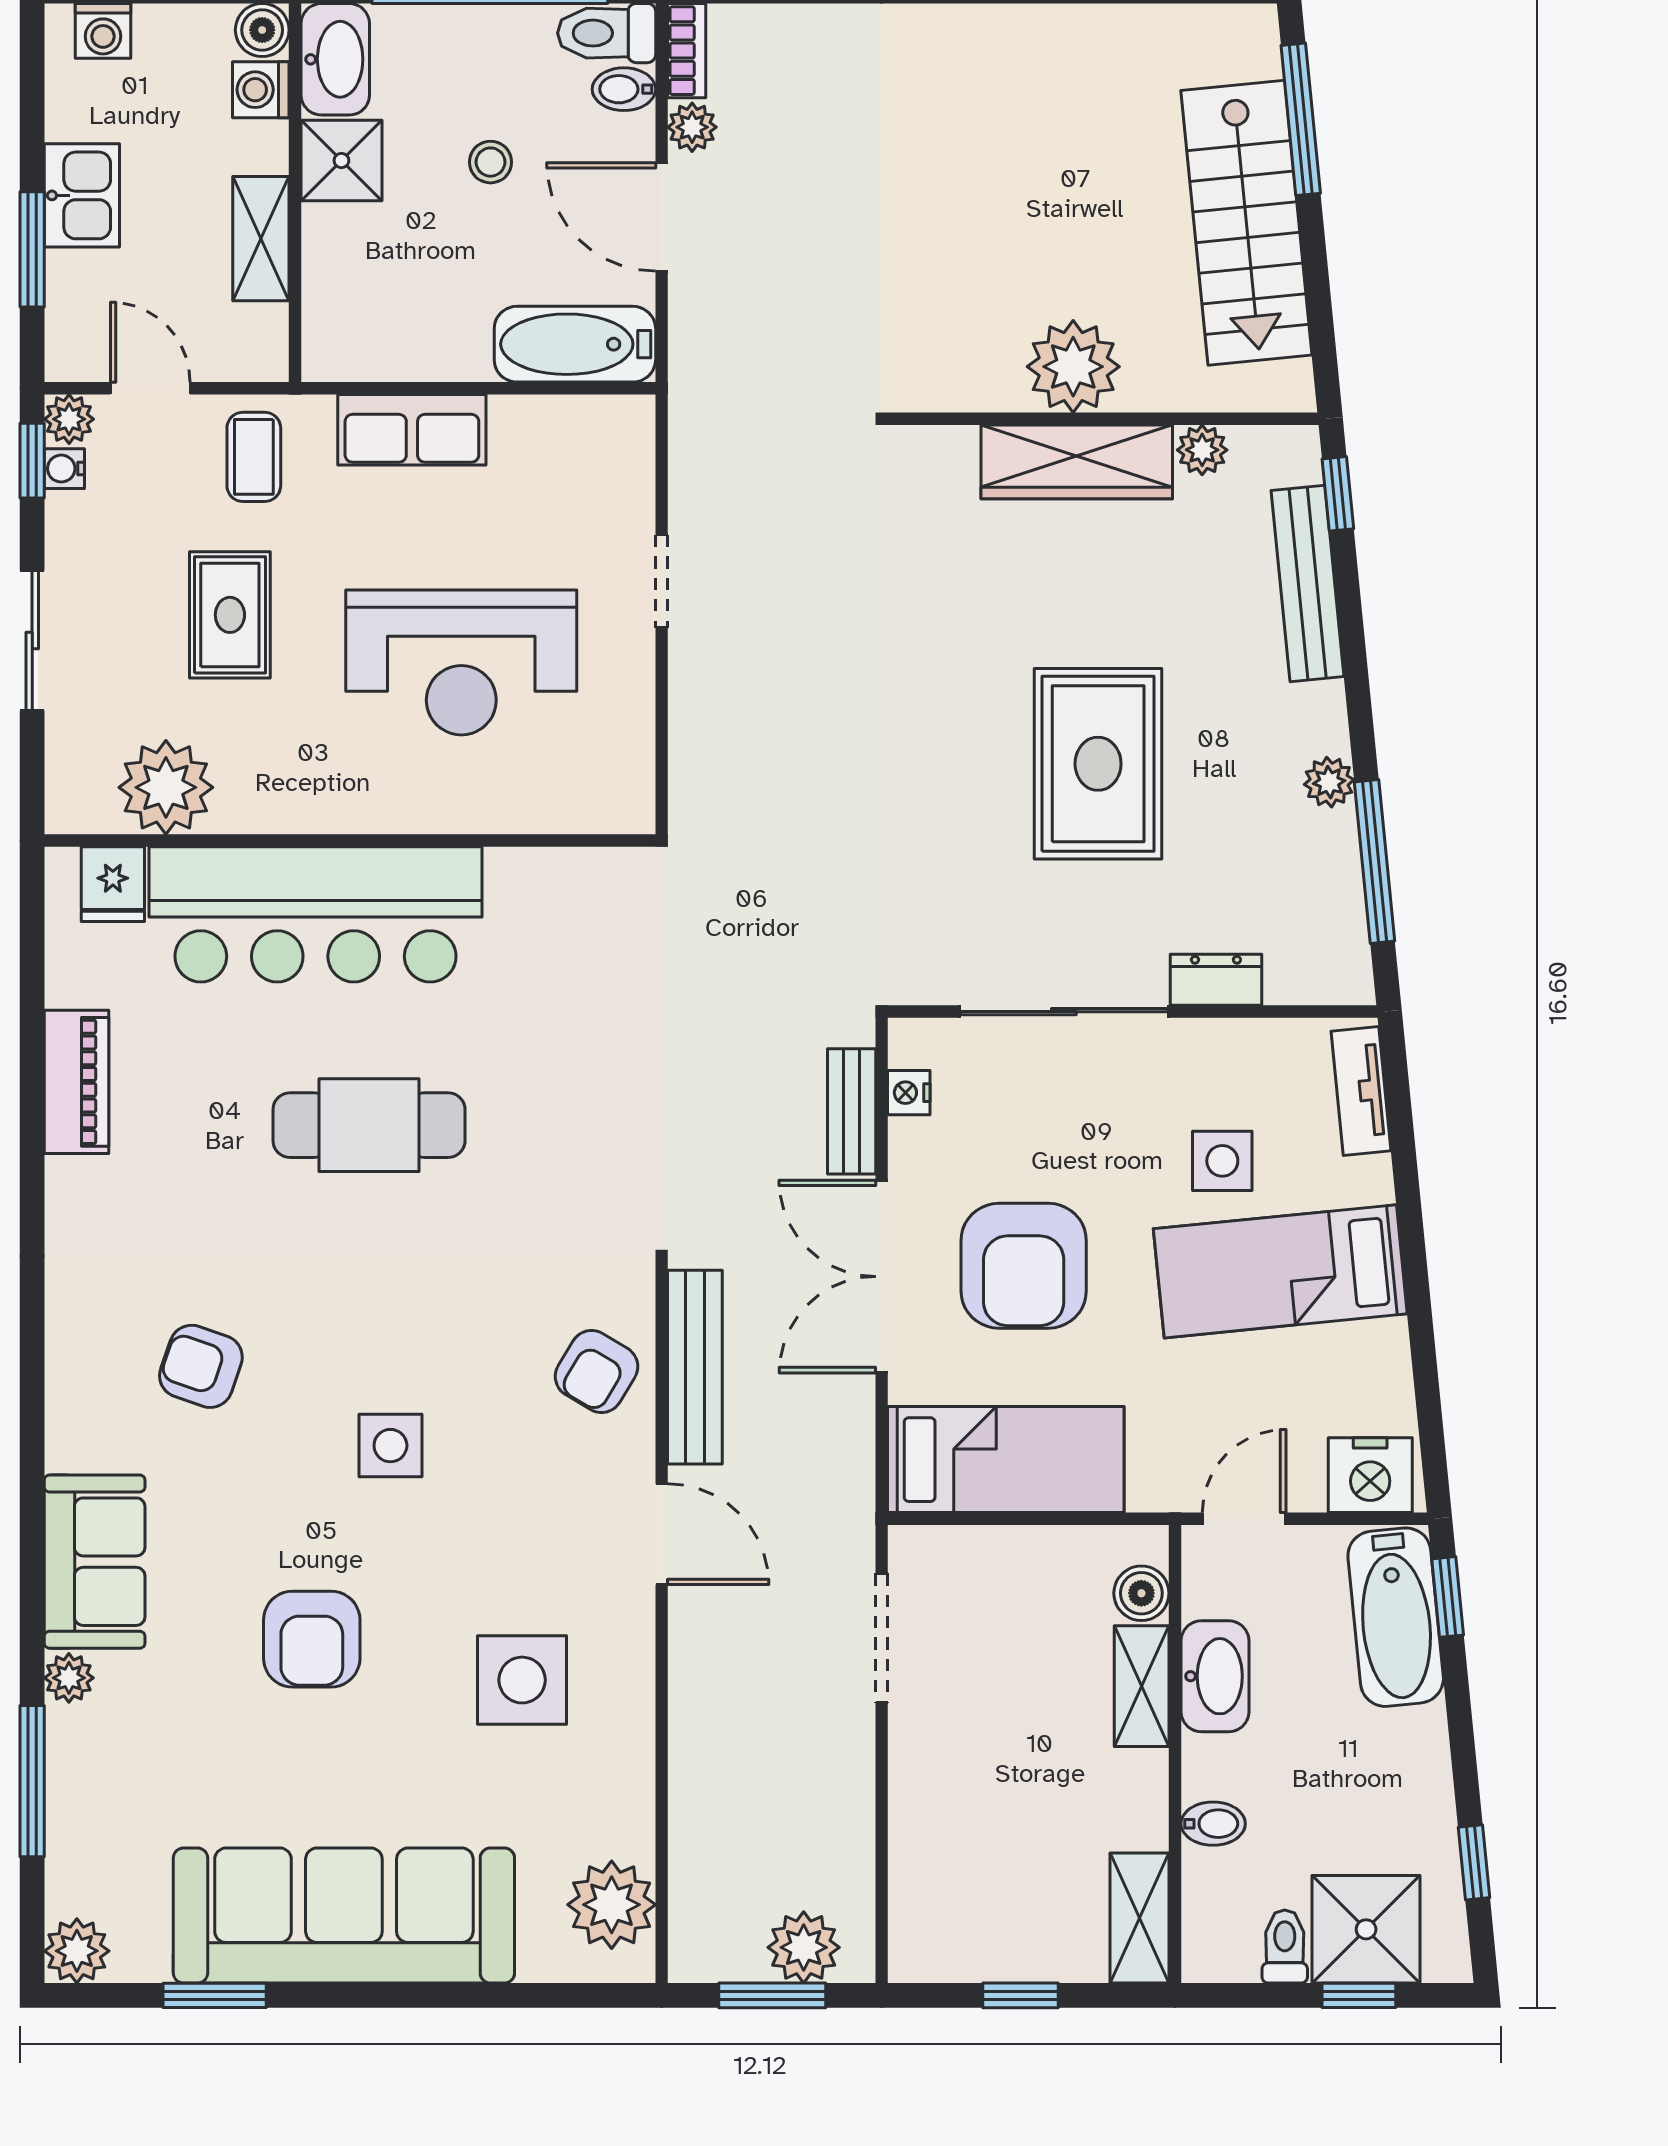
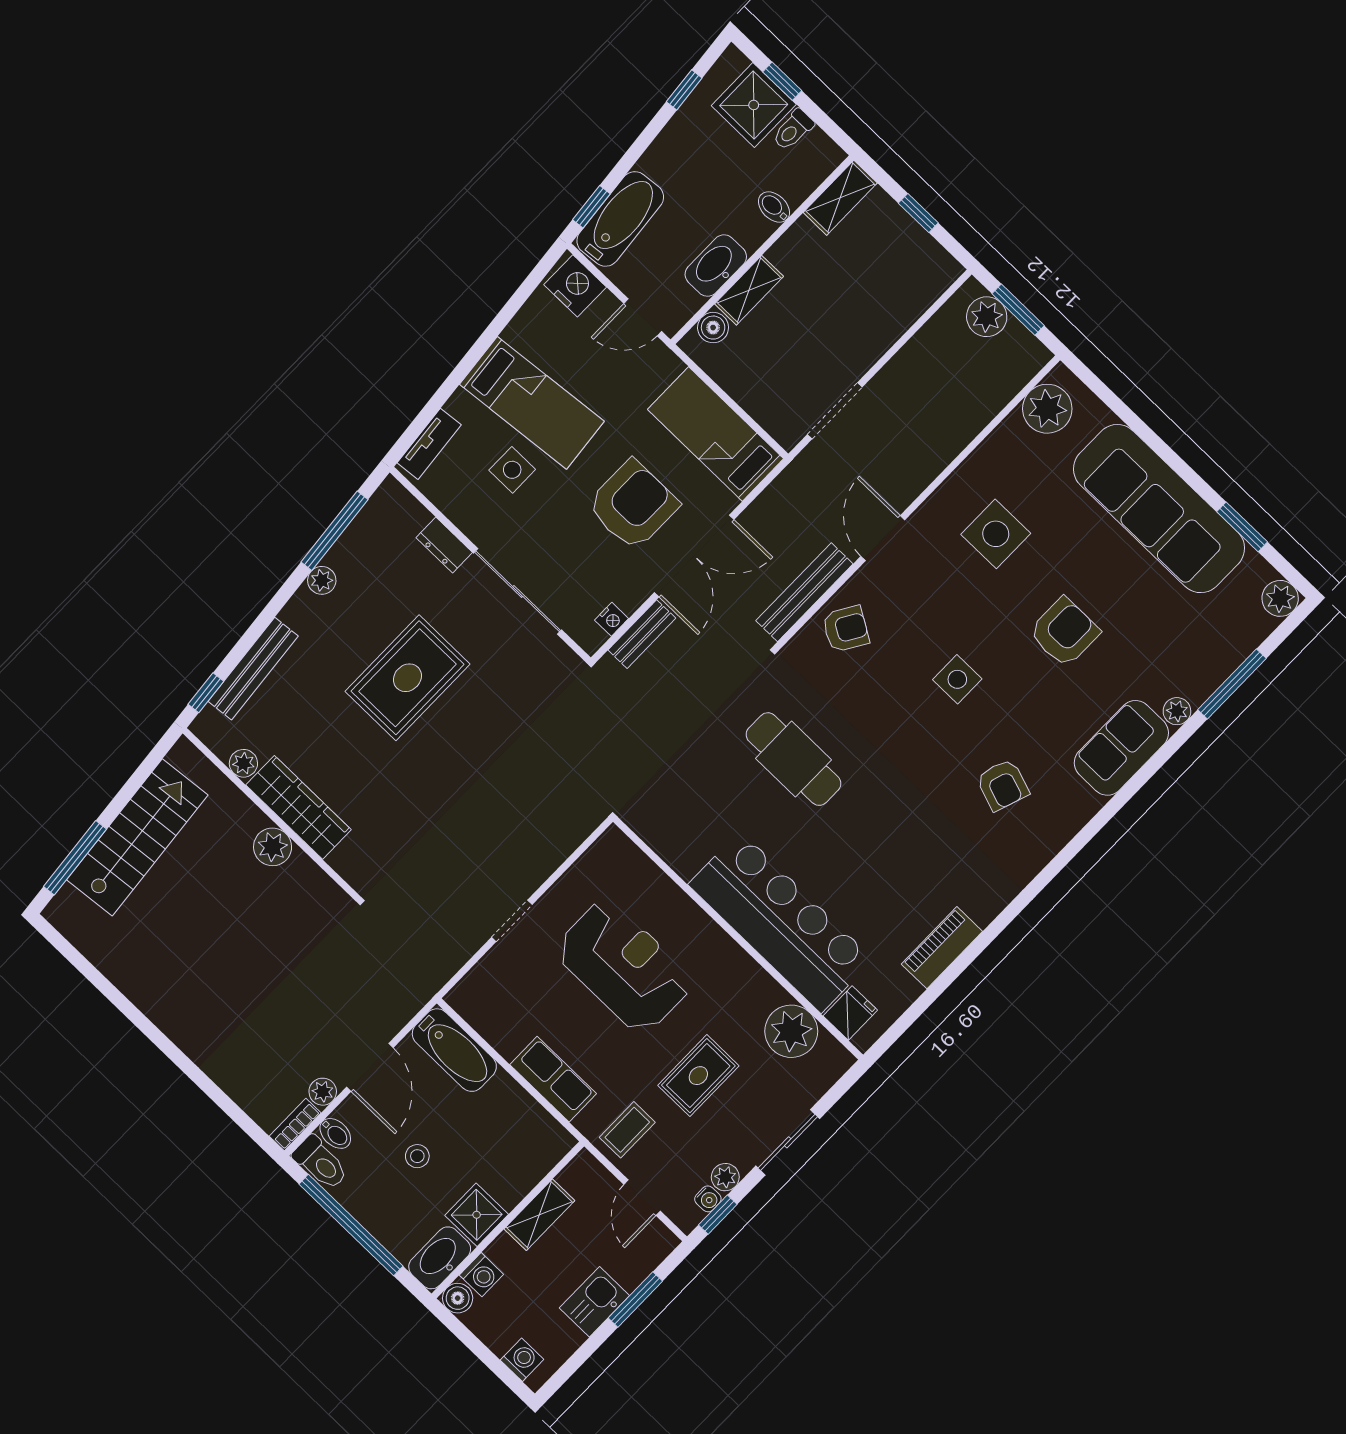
plant: (1073, 367) -> (273, 847), width x0.73, depth x0.73
plant: (69, 419) -> (725, 1177), moved
cafe table: (369, 1125) -> (793, 759), moved

